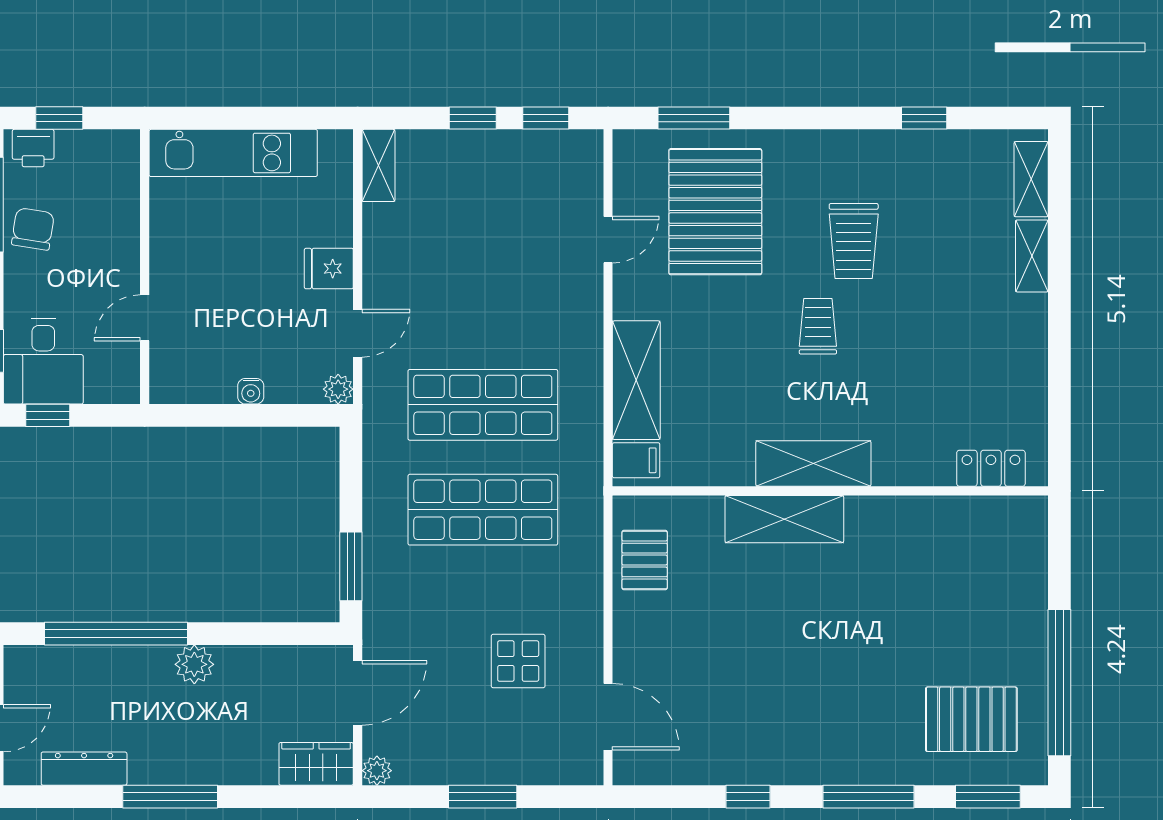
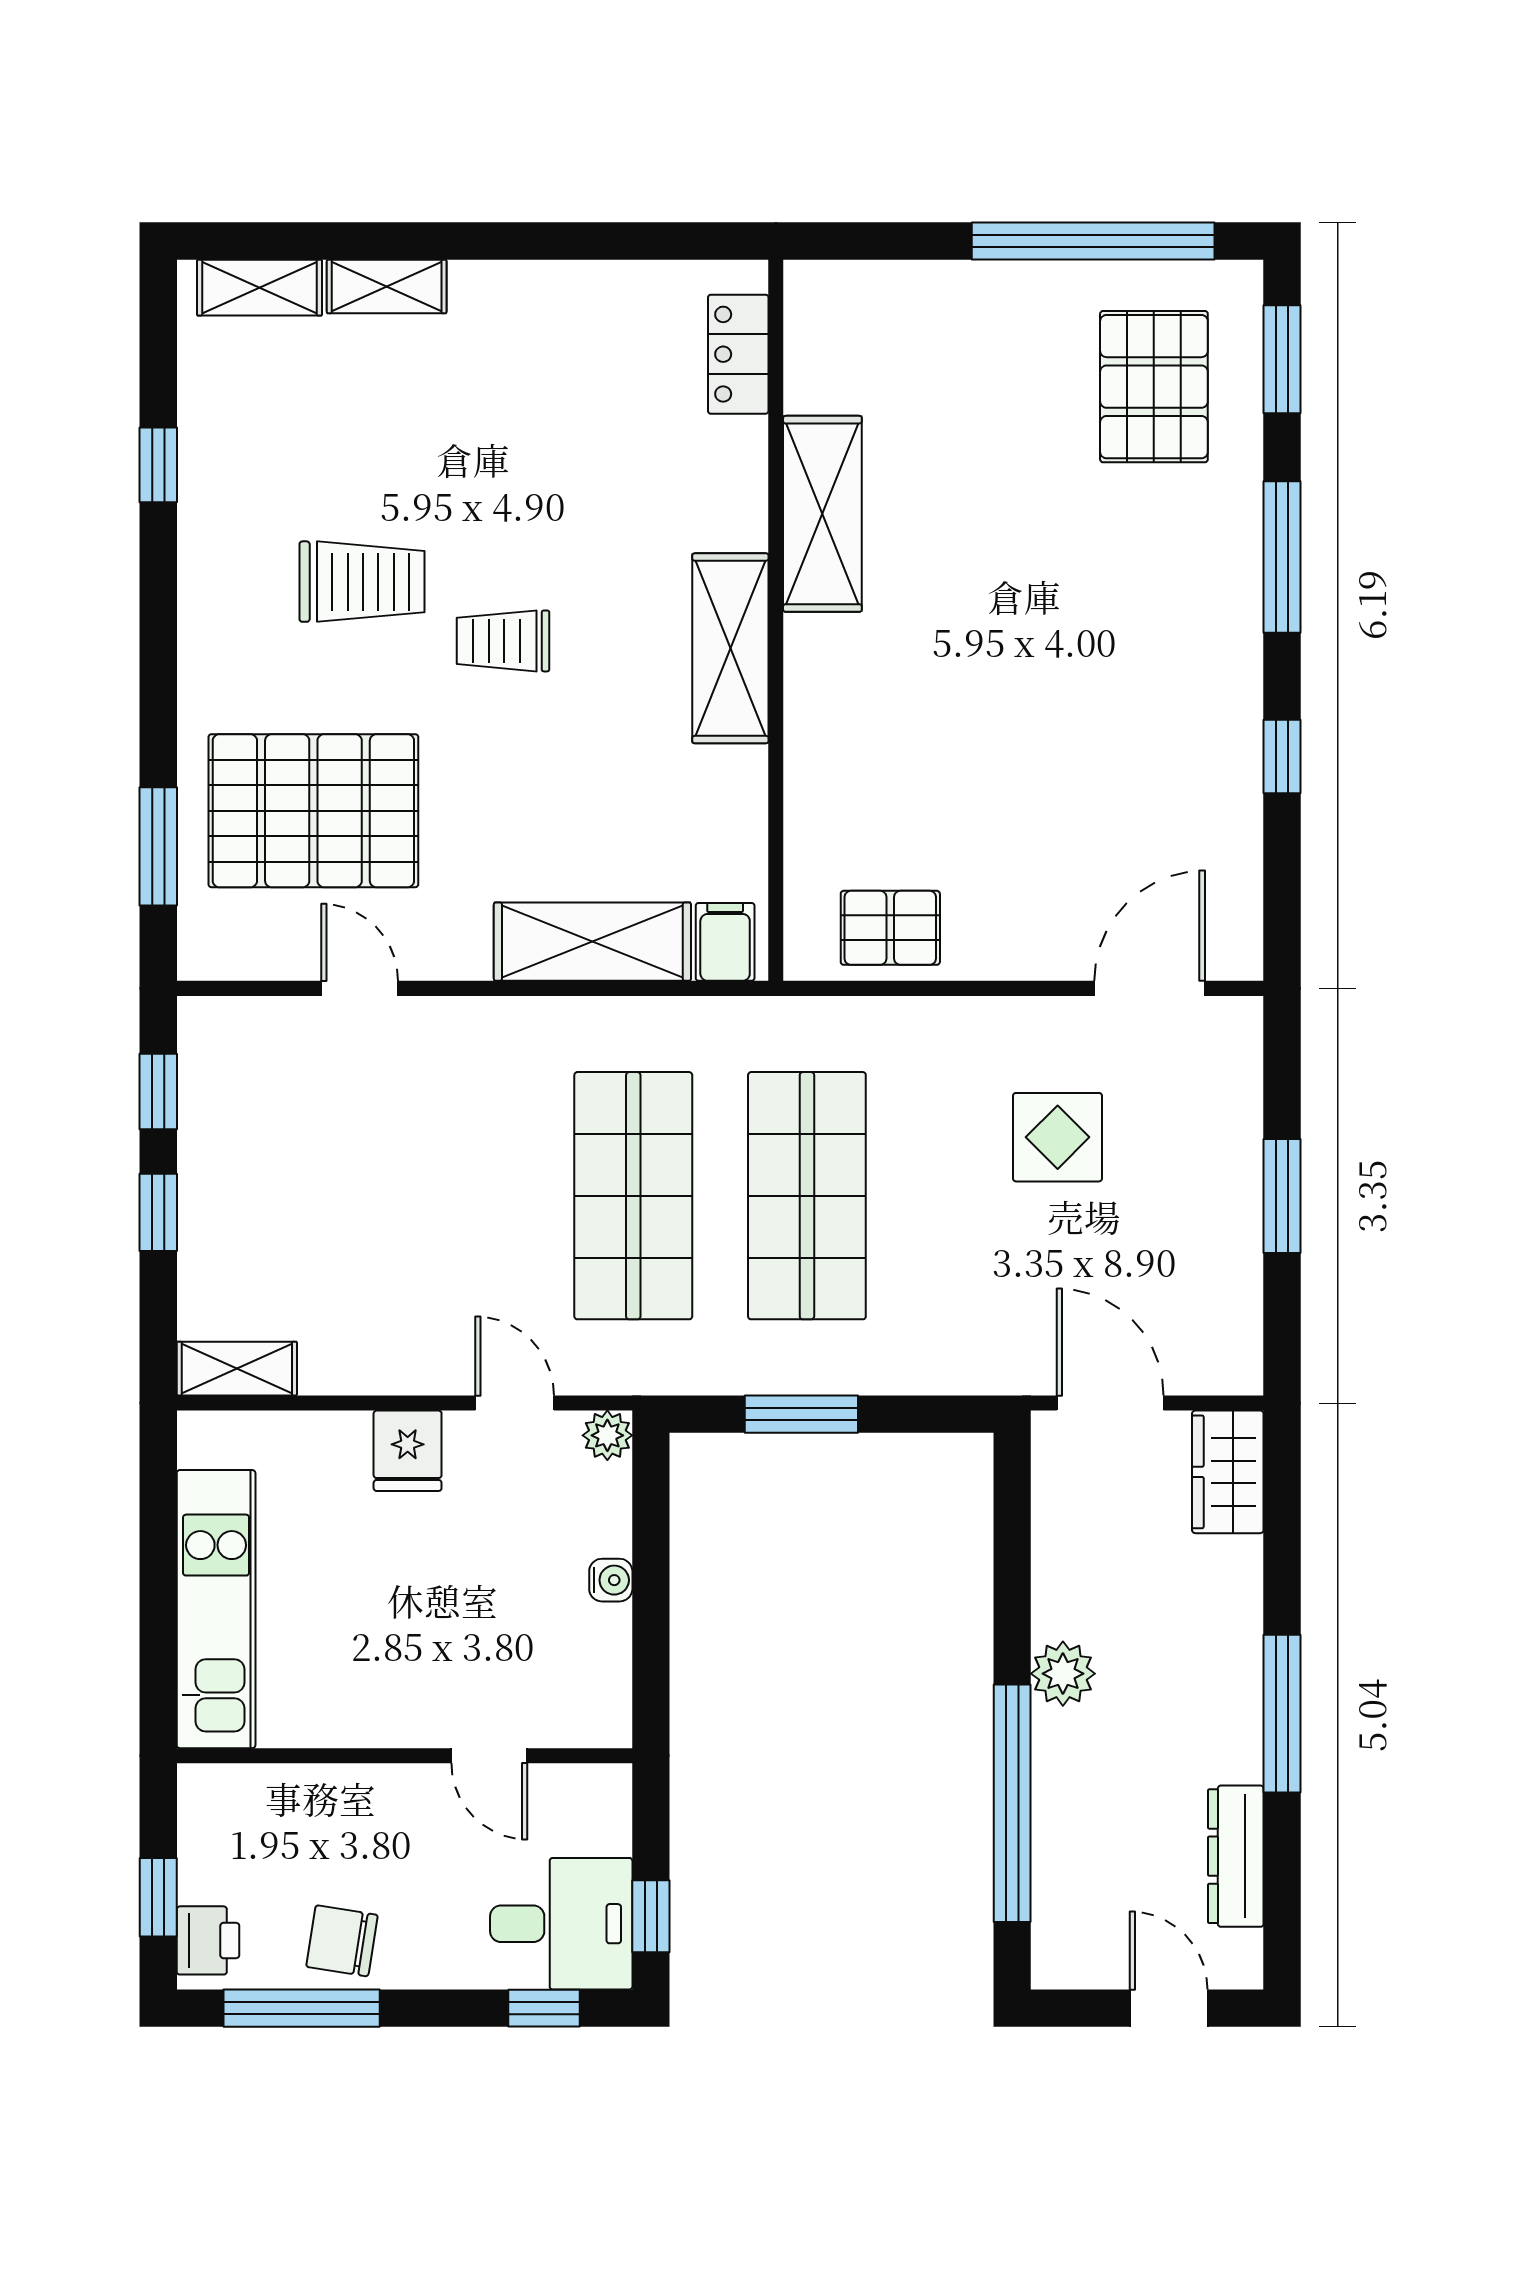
shelving: (784, 519) -> (822, 514), moved
window: (351, 566) -> (801, 1414), moved
plant: (377, 771) -> (1239, 1371), removed

